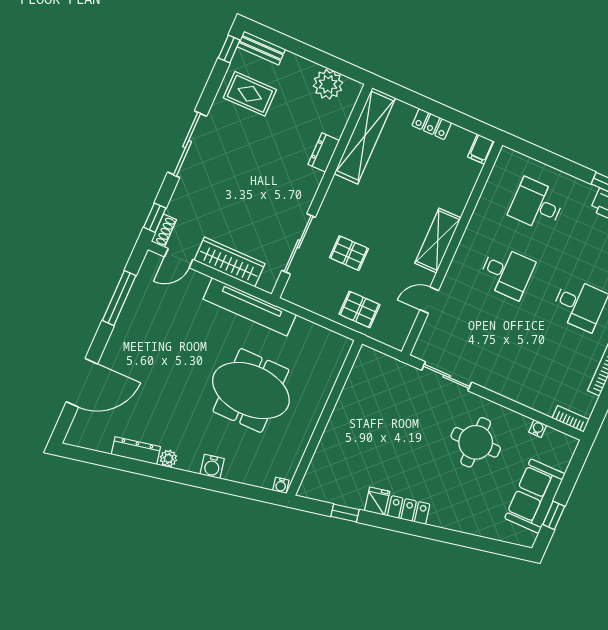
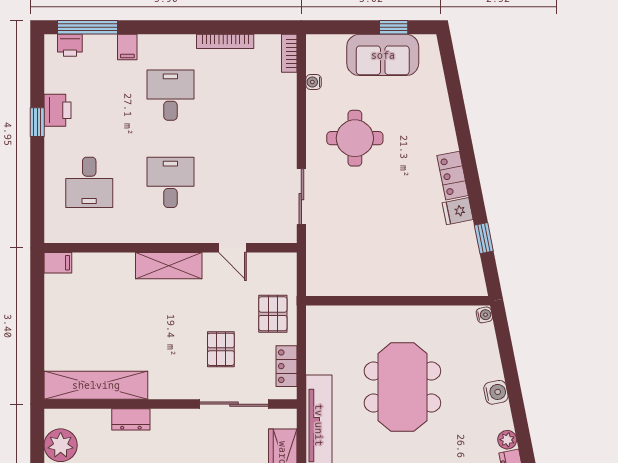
locker: (432, 124) -> (286, 366), moved, turned 180

